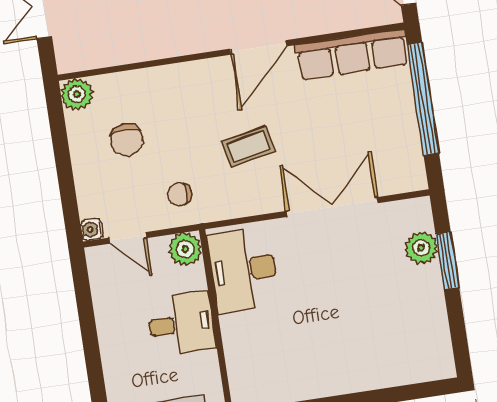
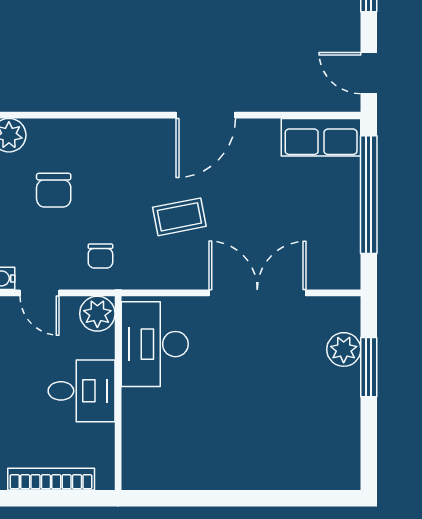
row of seats: (352, 55) -> (321, 137), width x0.68
chair: (180, 195) -> (100, 256), turned -90

